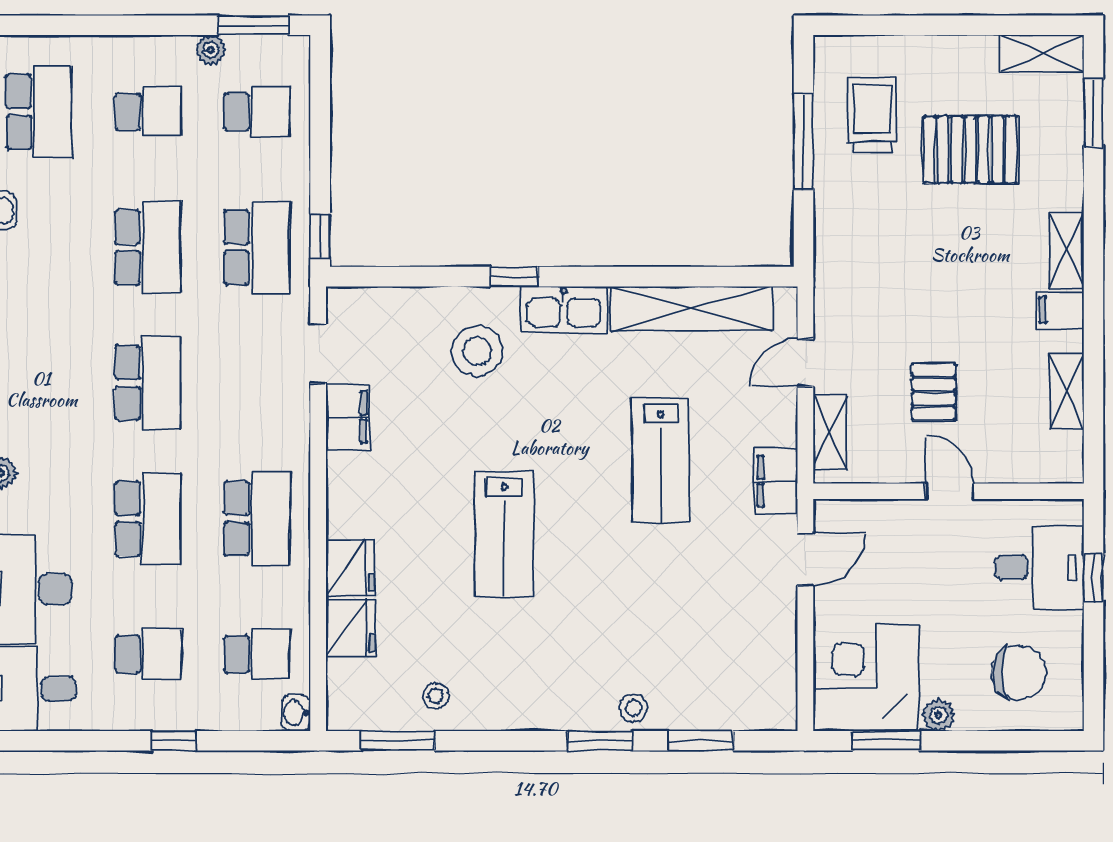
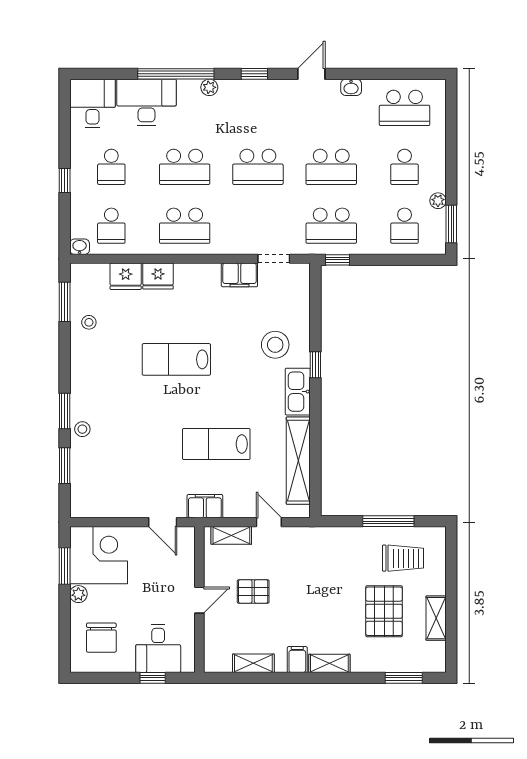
shelving: (1043, 53) -> (436, 618), moved

